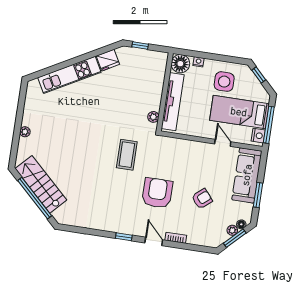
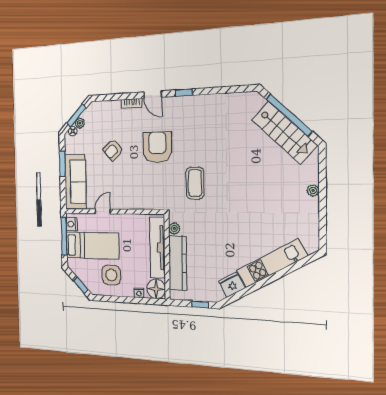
kitchen counter: (155, 85) -> (178, 263), added
door: (223, 143) -> (103, 211), swing flipped
armchair: (157, 193) -> (157, 147), turned 180

